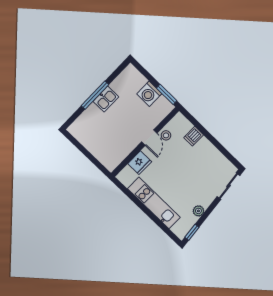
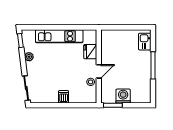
kitchen sink: (106, 99) -> (145, 42), moved
dishwasher: (194, 136) -> (64, 97), moved
door: (149, 138) -> (99, 71), swing flipped

